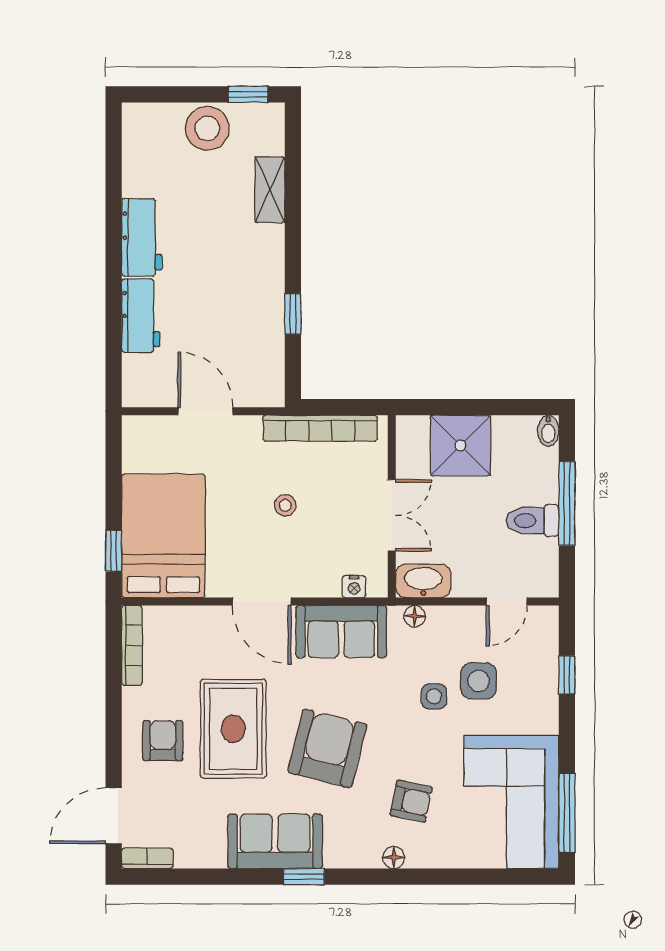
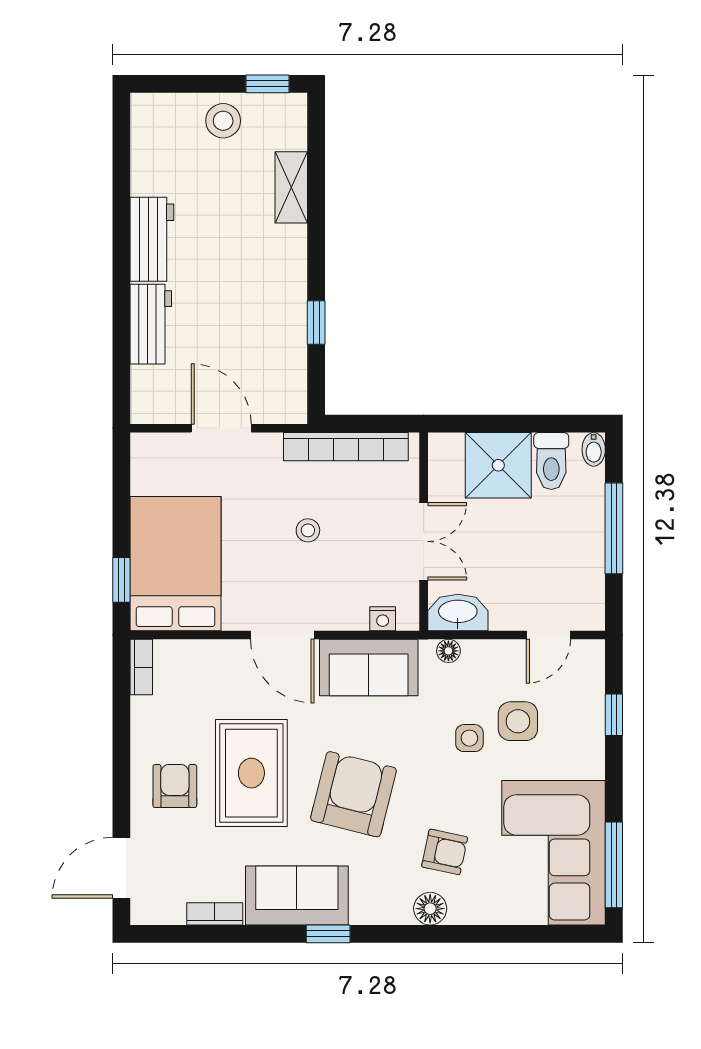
stool: (207, 128) -> (223, 121), width x0.73, depth x0.73
toilet: (533, 521) -> (551, 461), moved, turned -90
bookcase: (132, 645) -> (141, 667), width x0.64
bookcase: (147, 858) -> (215, 914), moved
floor lamp: (394, 858) -> (430, 909), width x1.37, depth x1.37

